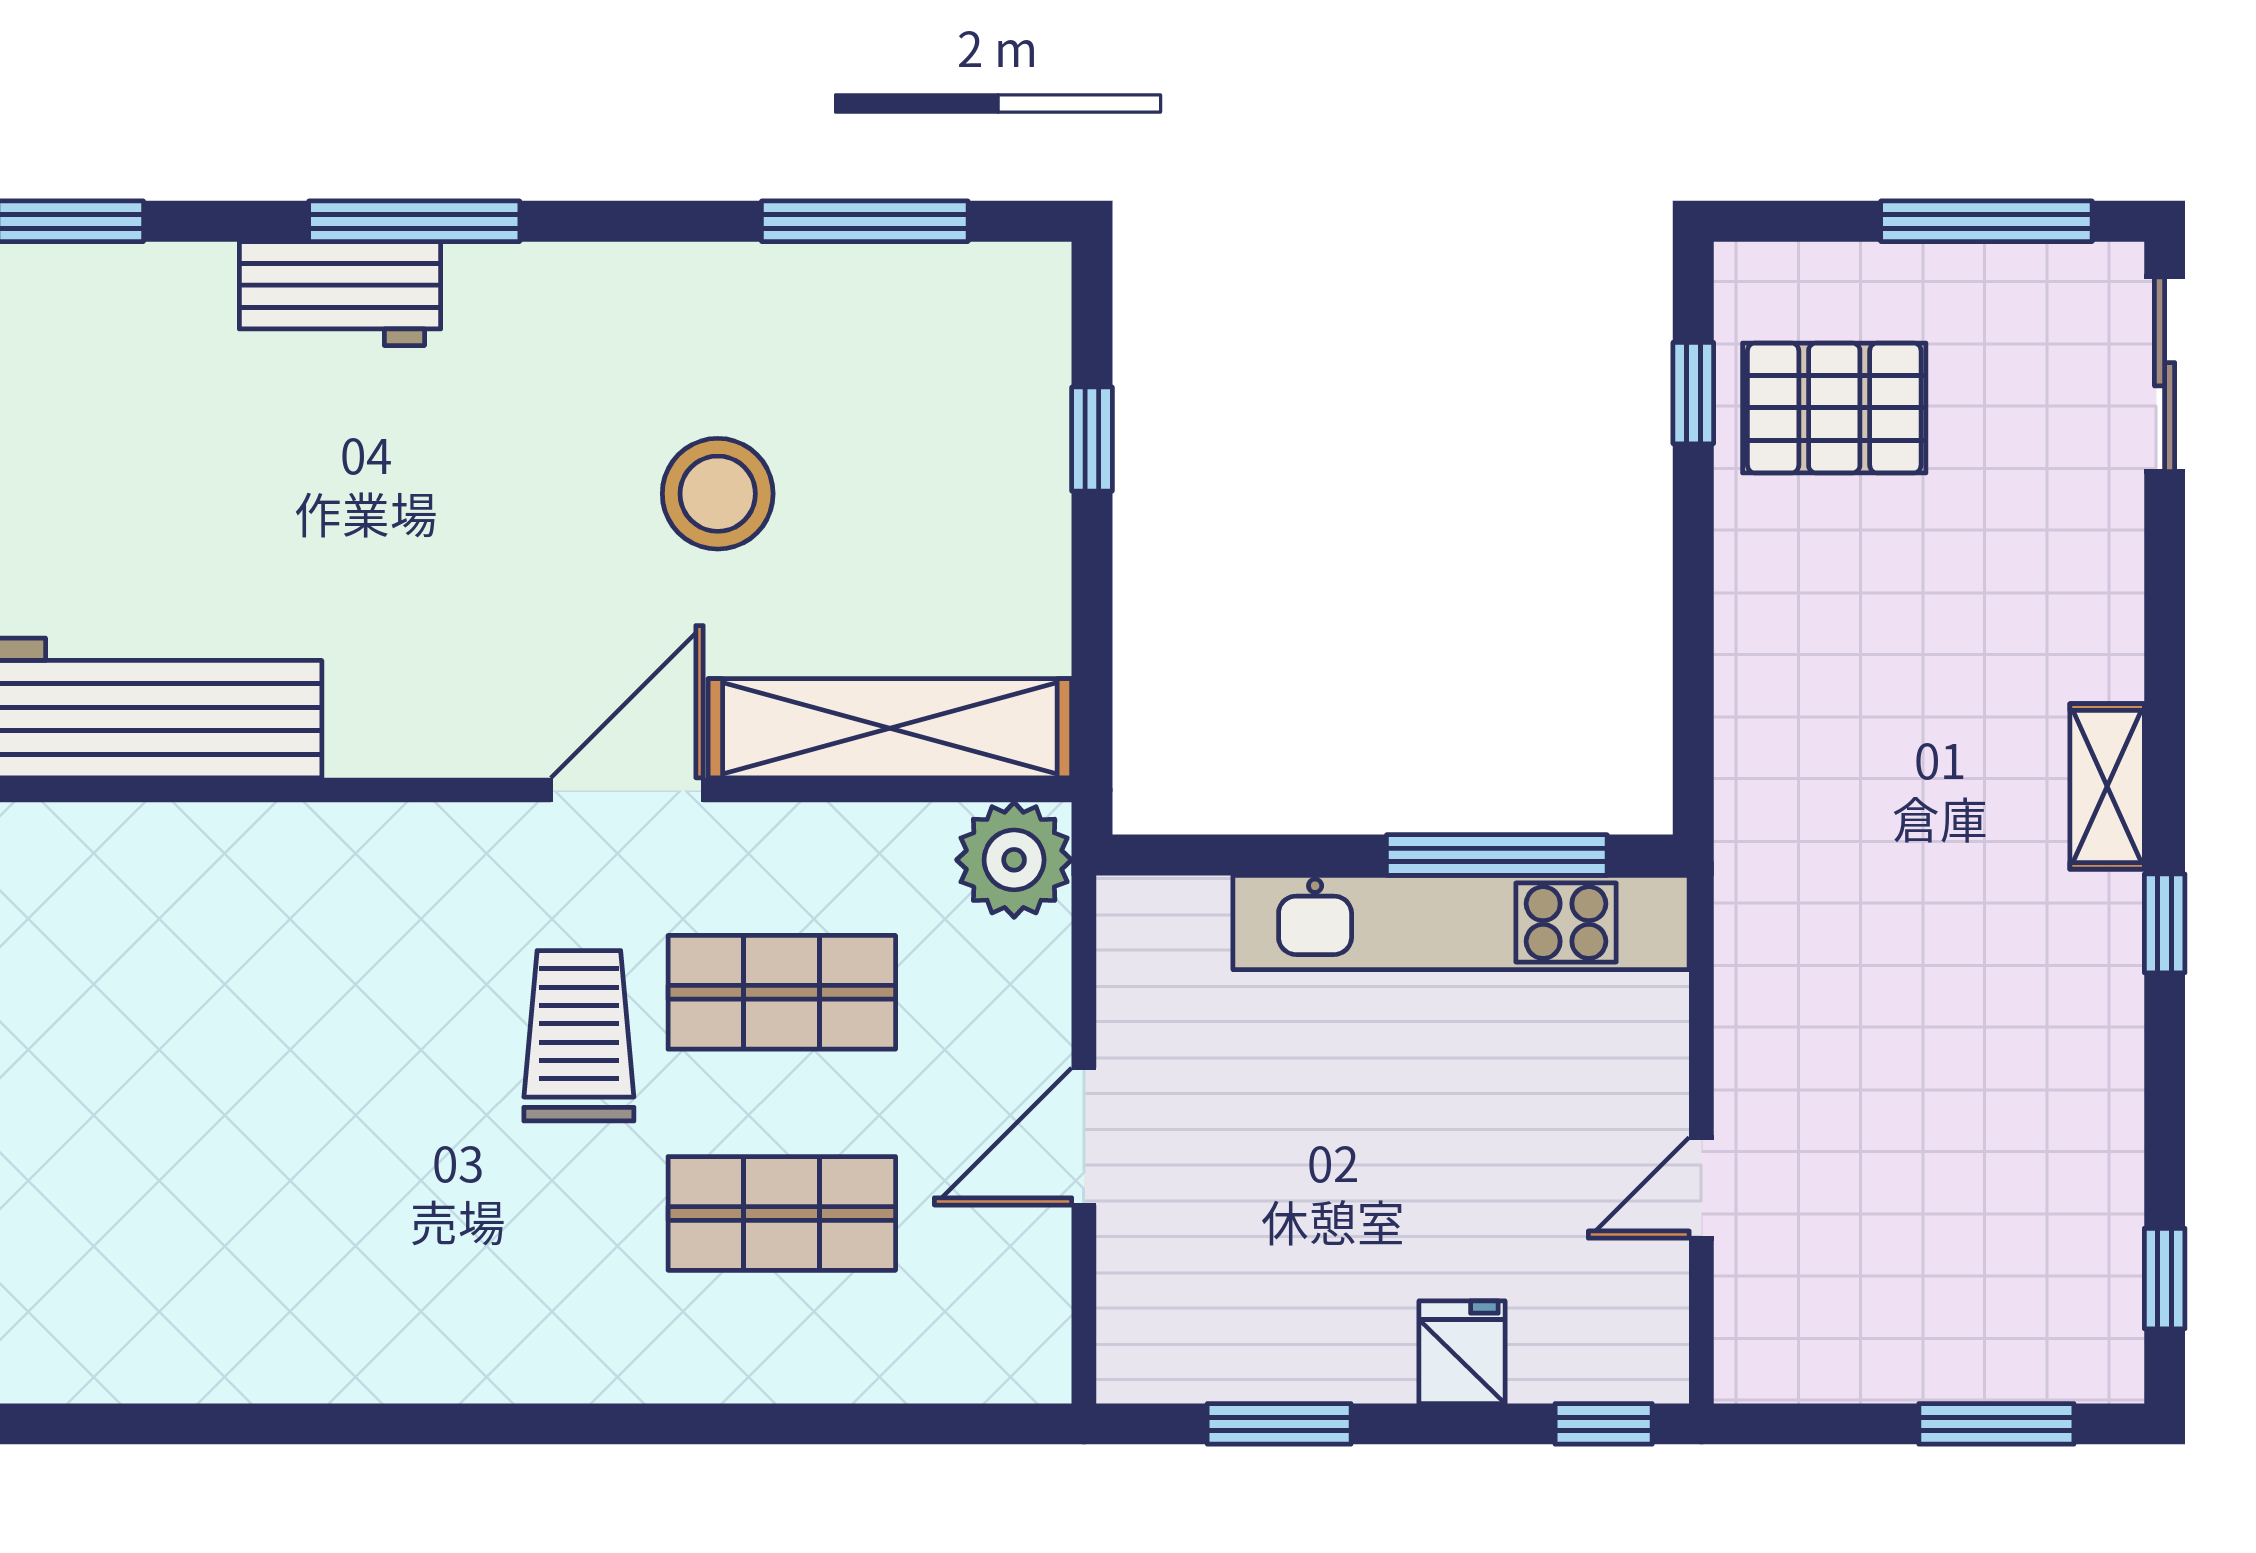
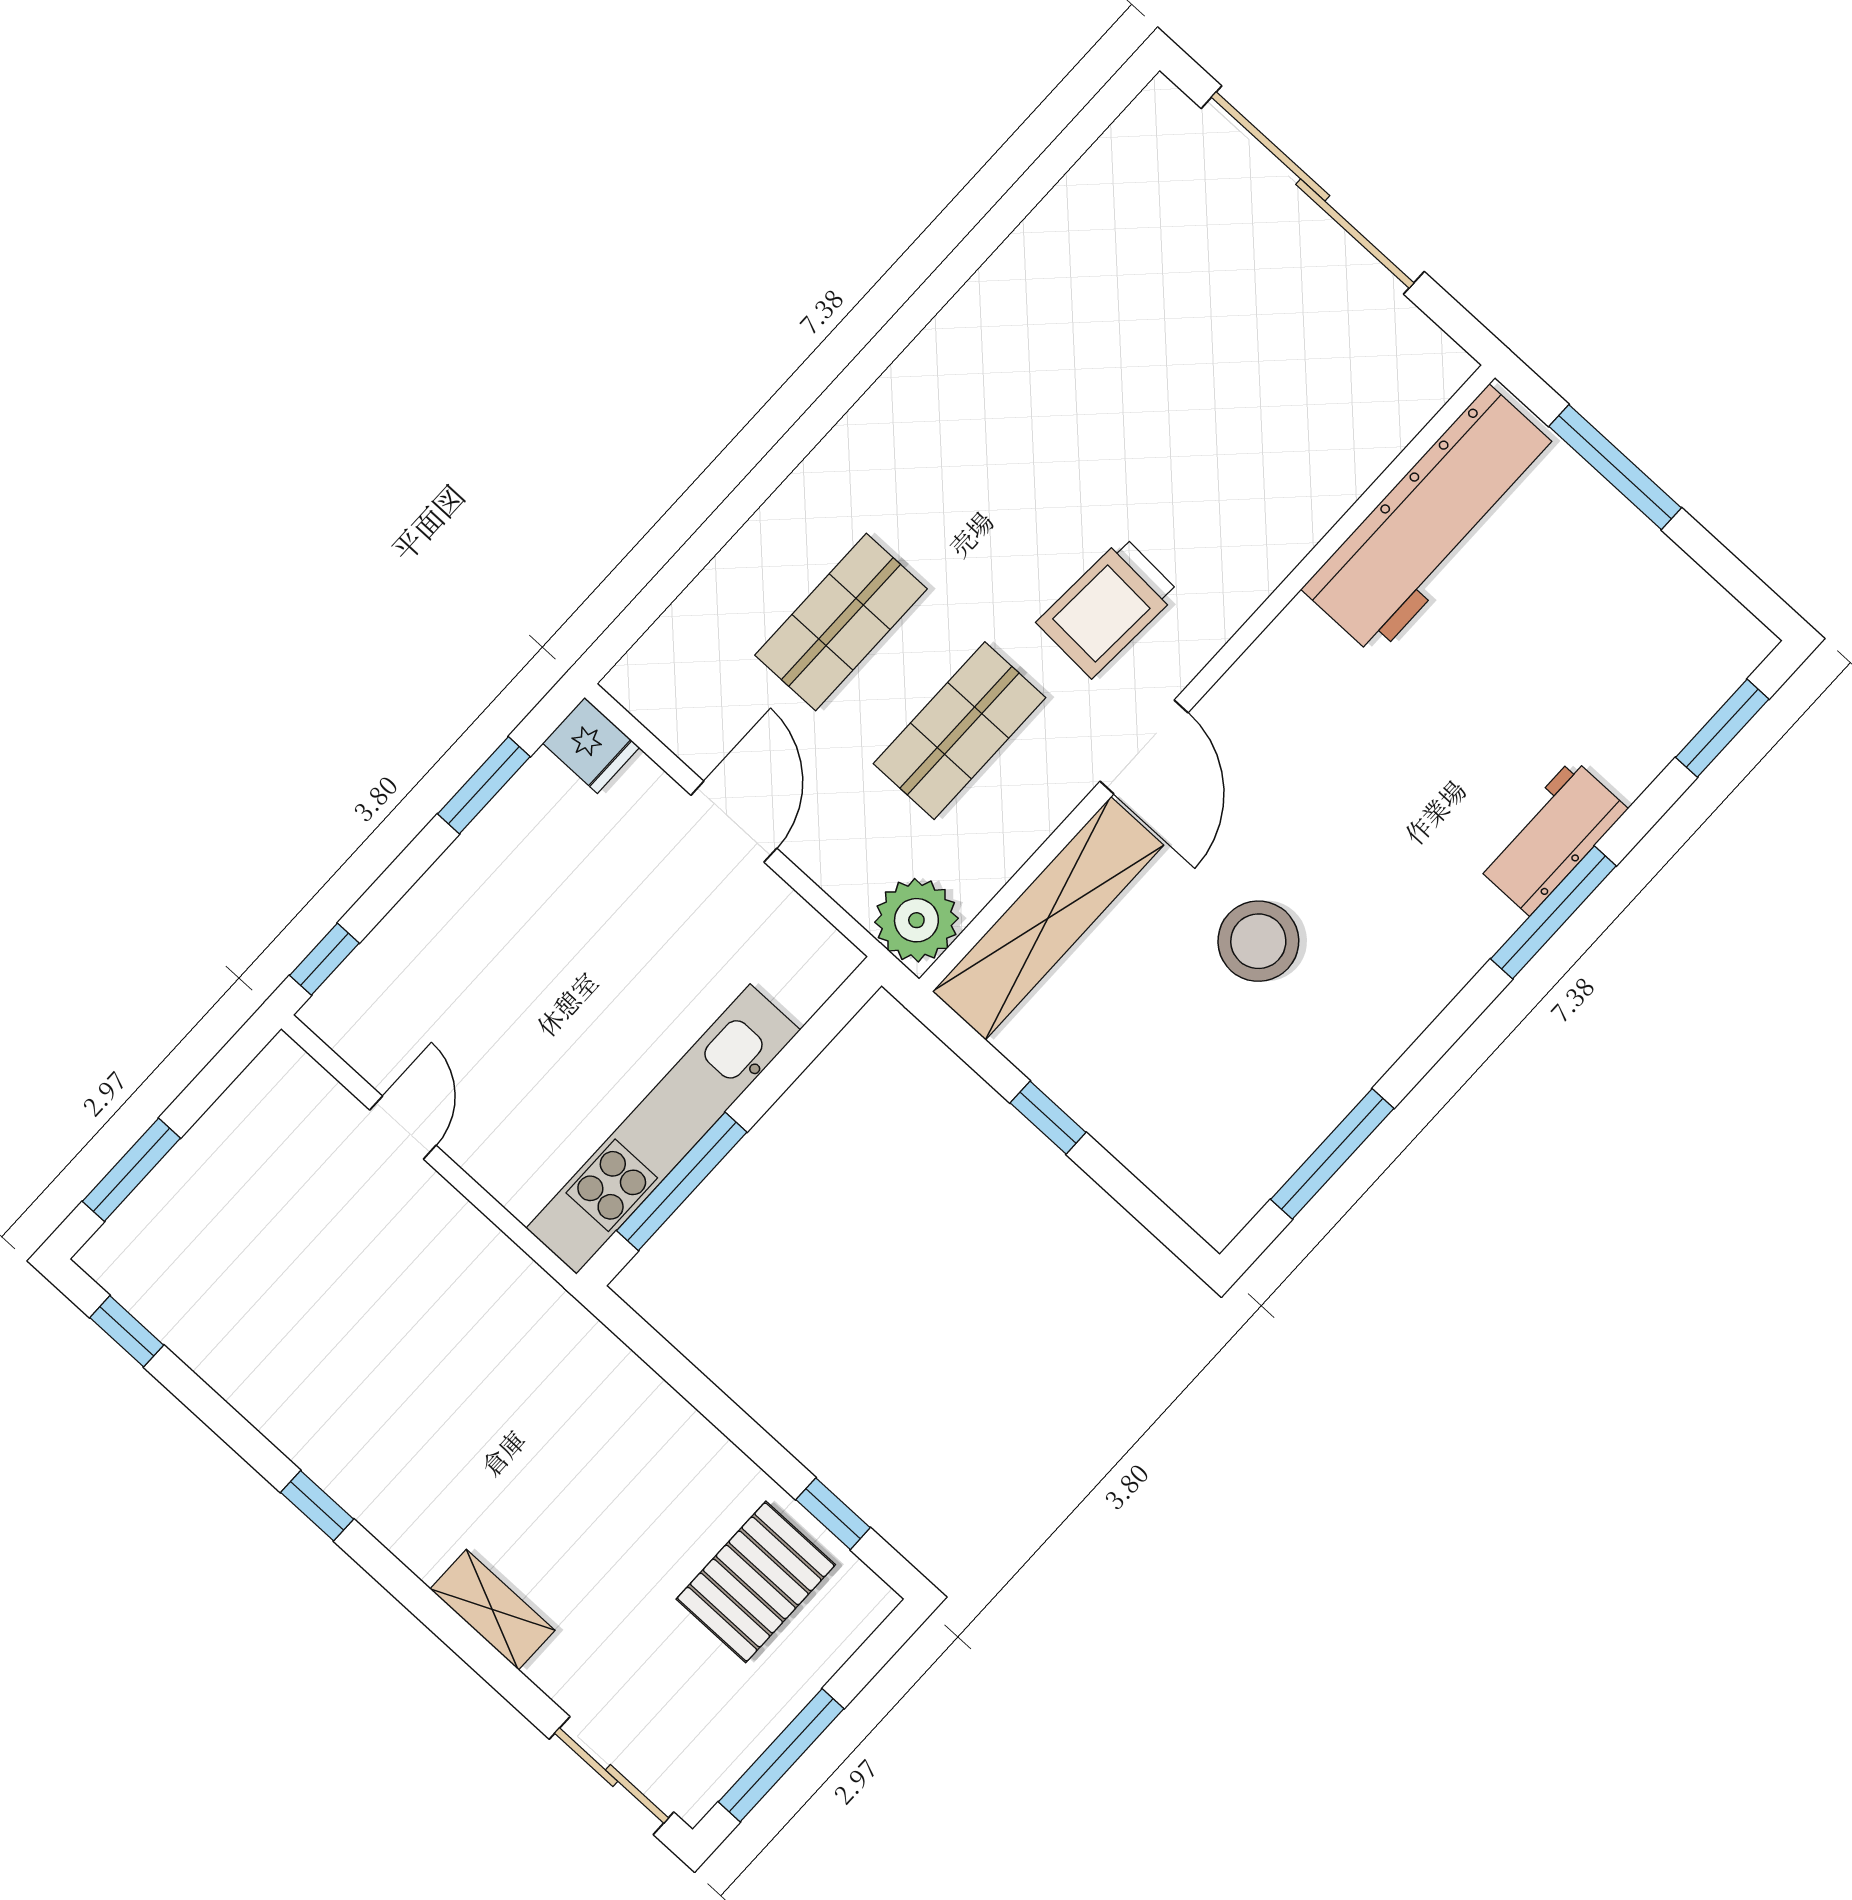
window: (1092, 439) -> (1048, 1118), moved
shelving: (2107, 786) -> (492, 1610), moved
trolley: (579, 1036) -> (1108, 608), moved, turned 93
fridge: (1462, 1352) -> (591, 745), moved

